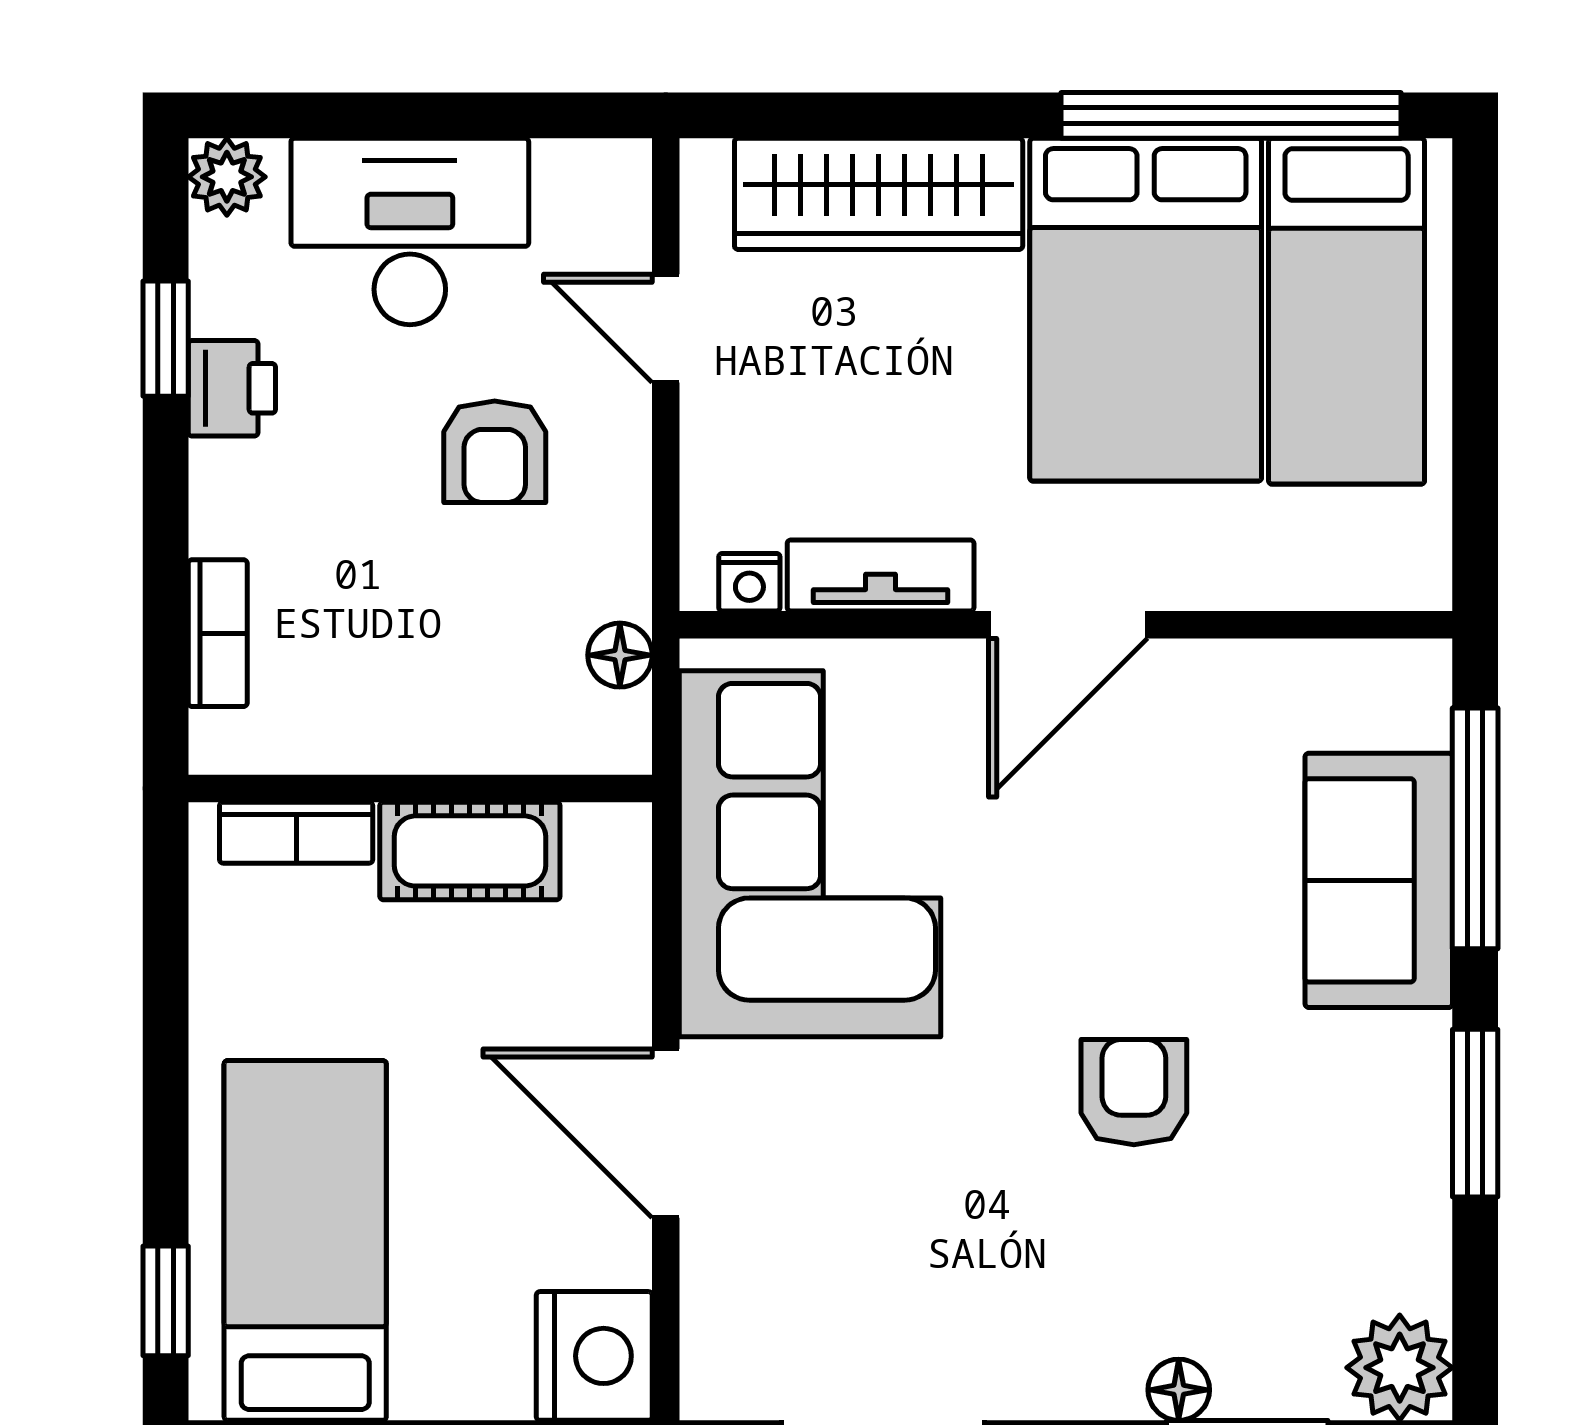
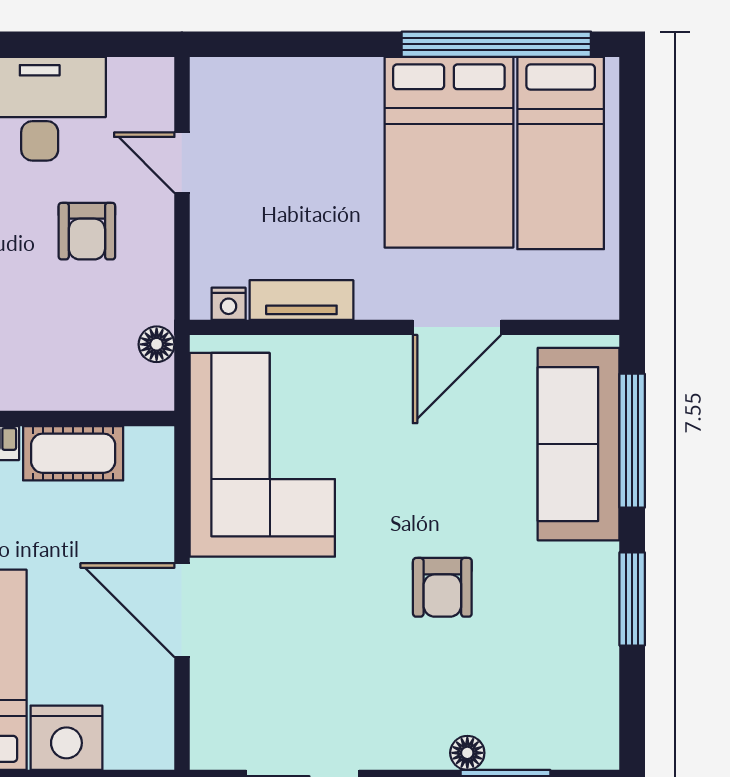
wardrobe: (879, 194) -> (300, 88), removed
door: (1068, 625) -> (457, 327), moved
sofa: (1379, 880) -> (579, 444), width x1.36
armchair: (1134, 1092) -> (442, 587), turned 180
nightstand: (594, 1356) -> (66, 738), moved, turned 90
plant: (1400, 1368) -> (590, 741), removed

